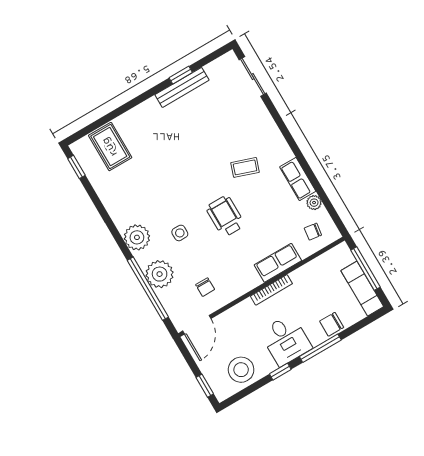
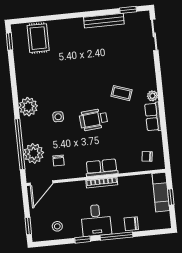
window: (181, 75) -> (128, 10), moved
plant: (314, 203) -> (152, 96), moved
wheelchair: (225, 216) -> (94, 120), turned -95
row of seats: (278, 263) -> (102, 168), moved
window: (365, 269) -> (171, 197), width x0.46
plant: (160, 274) -> (34, 153), moved
exam couch: (362, 289) -> (161, 192), moved
stool: (241, 370) -> (57, 226), width x0.53, depth x0.53

